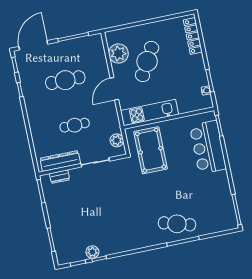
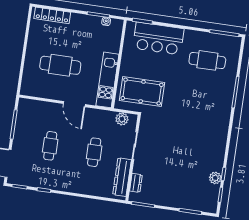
plant: (118, 53) -> (44, 89), removed
cafe table: (147, 61) -> (60, 65), turned -30
cafe table: (65, 80) -> (50, 146), width x0.73, depth x0.74
cafe table: (177, 224) -> (207, 60), moved, turned 74

